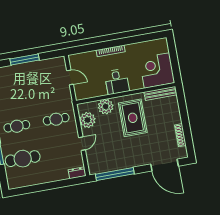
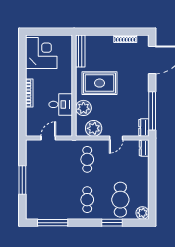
corner desk: (157, 70) -> (41, 53), moved, turned 180
desk: (117, 82) -> (61, 104), moved
door: (82, 144) -> (116, 138), swing flipped
dresser: (97, 169) -> (144, 127), added
plant: (14, 182) -> (142, 213), added

